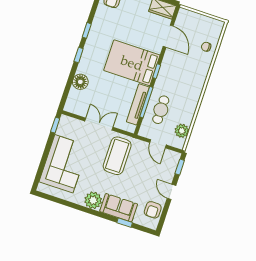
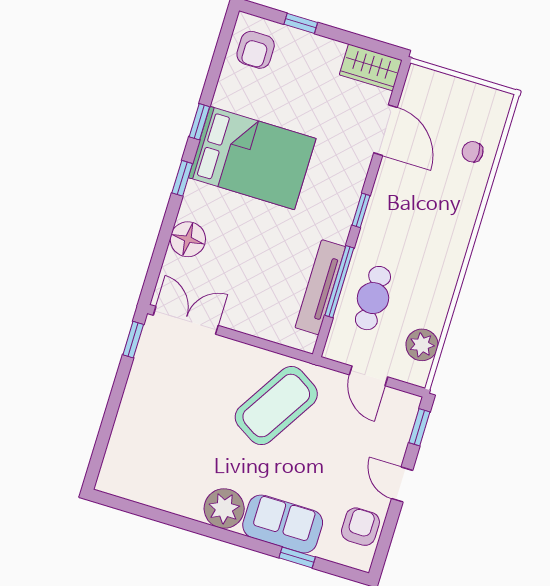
bed: (132, 63) -> (252, 158), moved, turned 180
double door: (99, 124) -> (186, 320), moved
coffee table: (117, 156) -> (276, 406), turned 32
corner sofa: (64, 164) -> (155, 427), removed
armchair: (153, 210) -> (360, 527), turned 180

